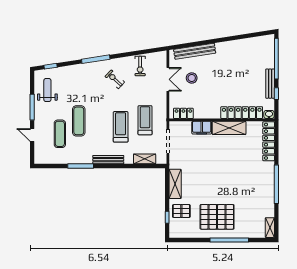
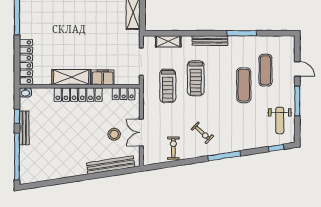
locker: (242, 113) -> (78, 95), moved

